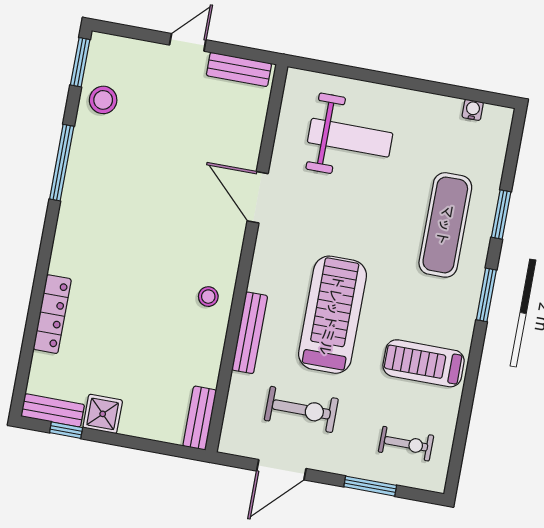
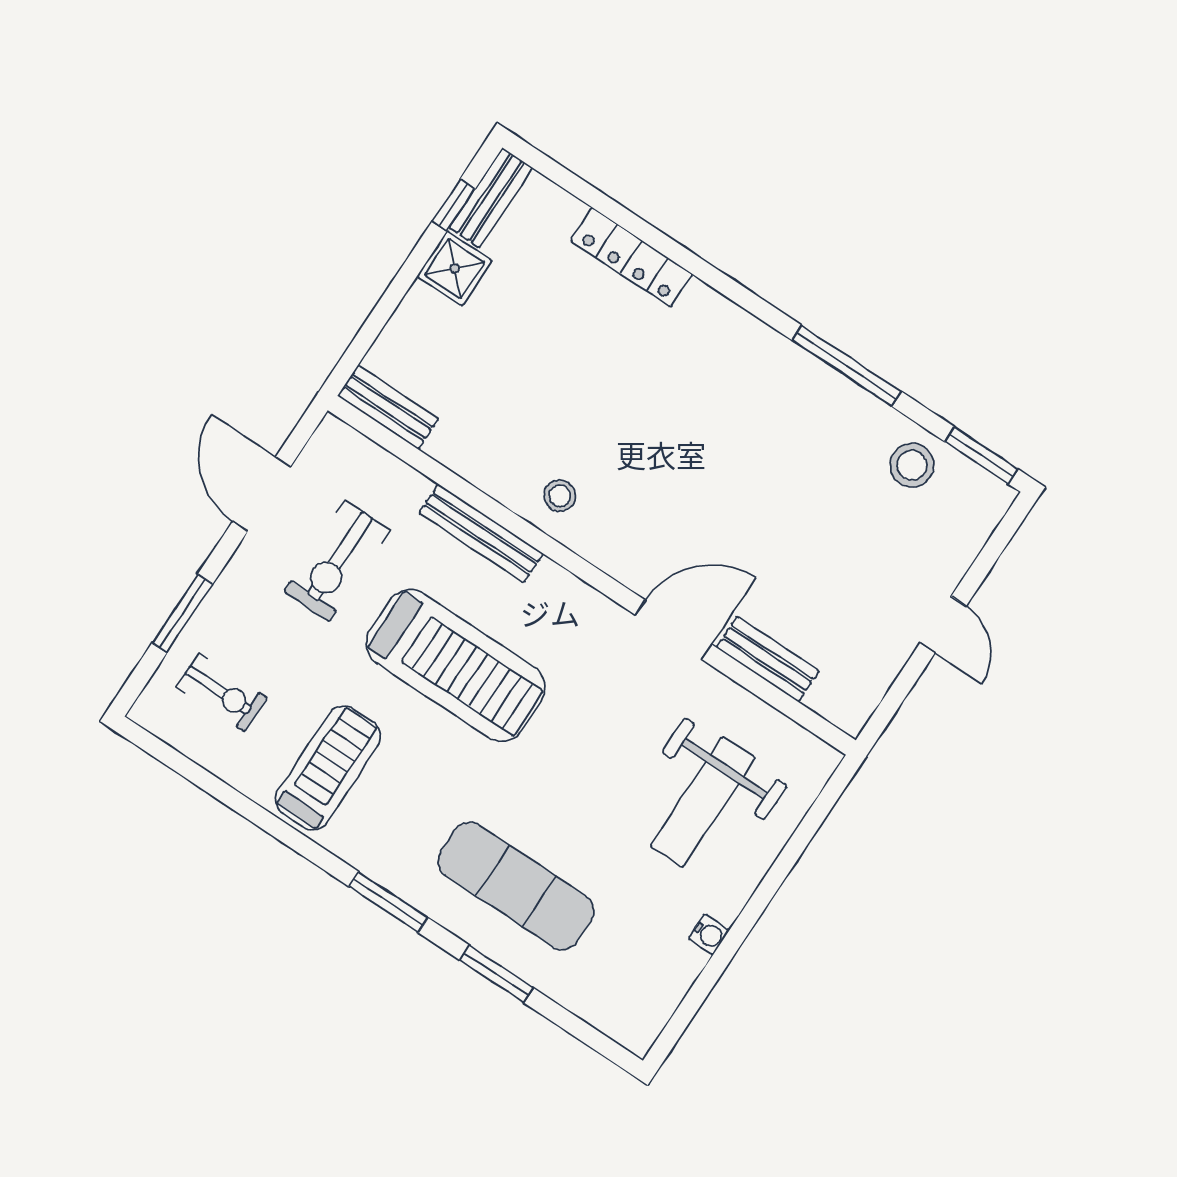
bench: (239, 69) -> (768, 659), moved, turned 90
water cooler: (473, 110) -> (709, 934), moved
exercise bike: (406, 444) -> (222, 692), turned -90

